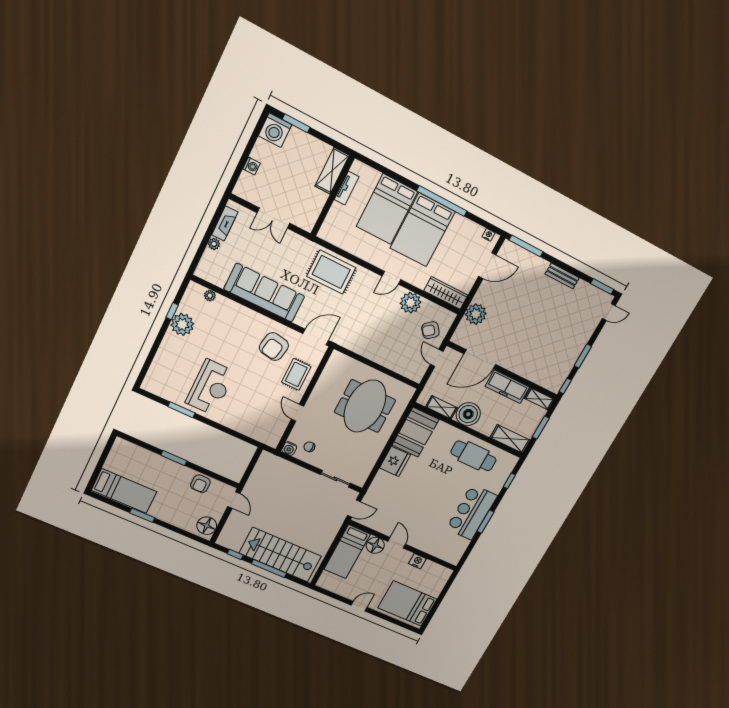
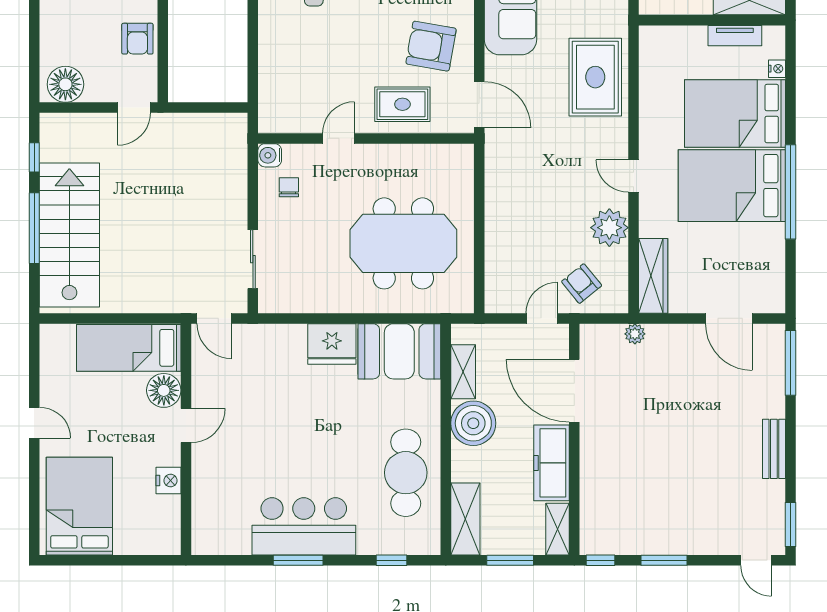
nightstand: (489, 235) -> (777, 69), moved
plant: (476, 314) -> (635, 334), width x0.53, depth x0.53
armchair: (200, 484) -> (137, 39), turned -90

